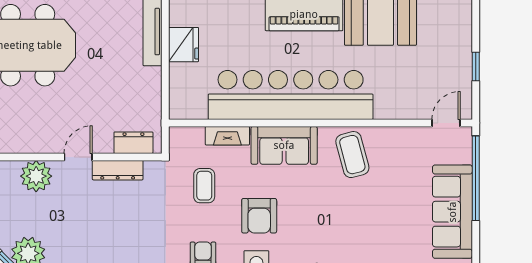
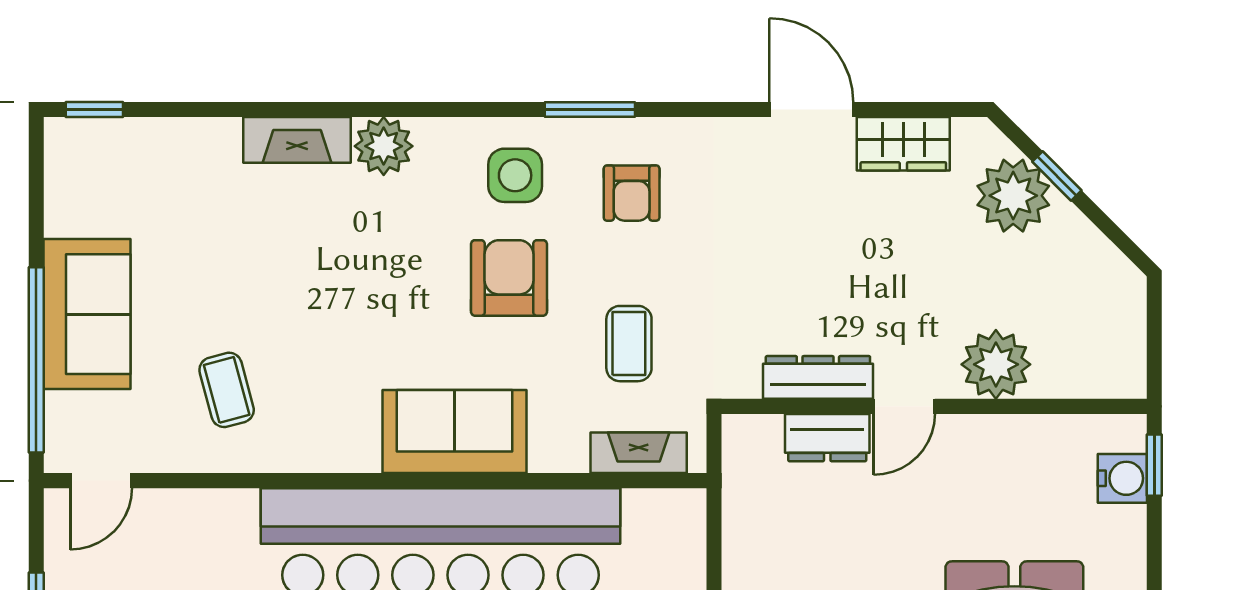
fireplace: (227, 136) -> (639, 453), moved
dresser: (133, 143) -> (827, 438), moved
coffee table: (352, 155) -> (227, 390), moved, width x0.73, depth x0.77
sofa: (452, 212) -> (87, 314), width x0.73

